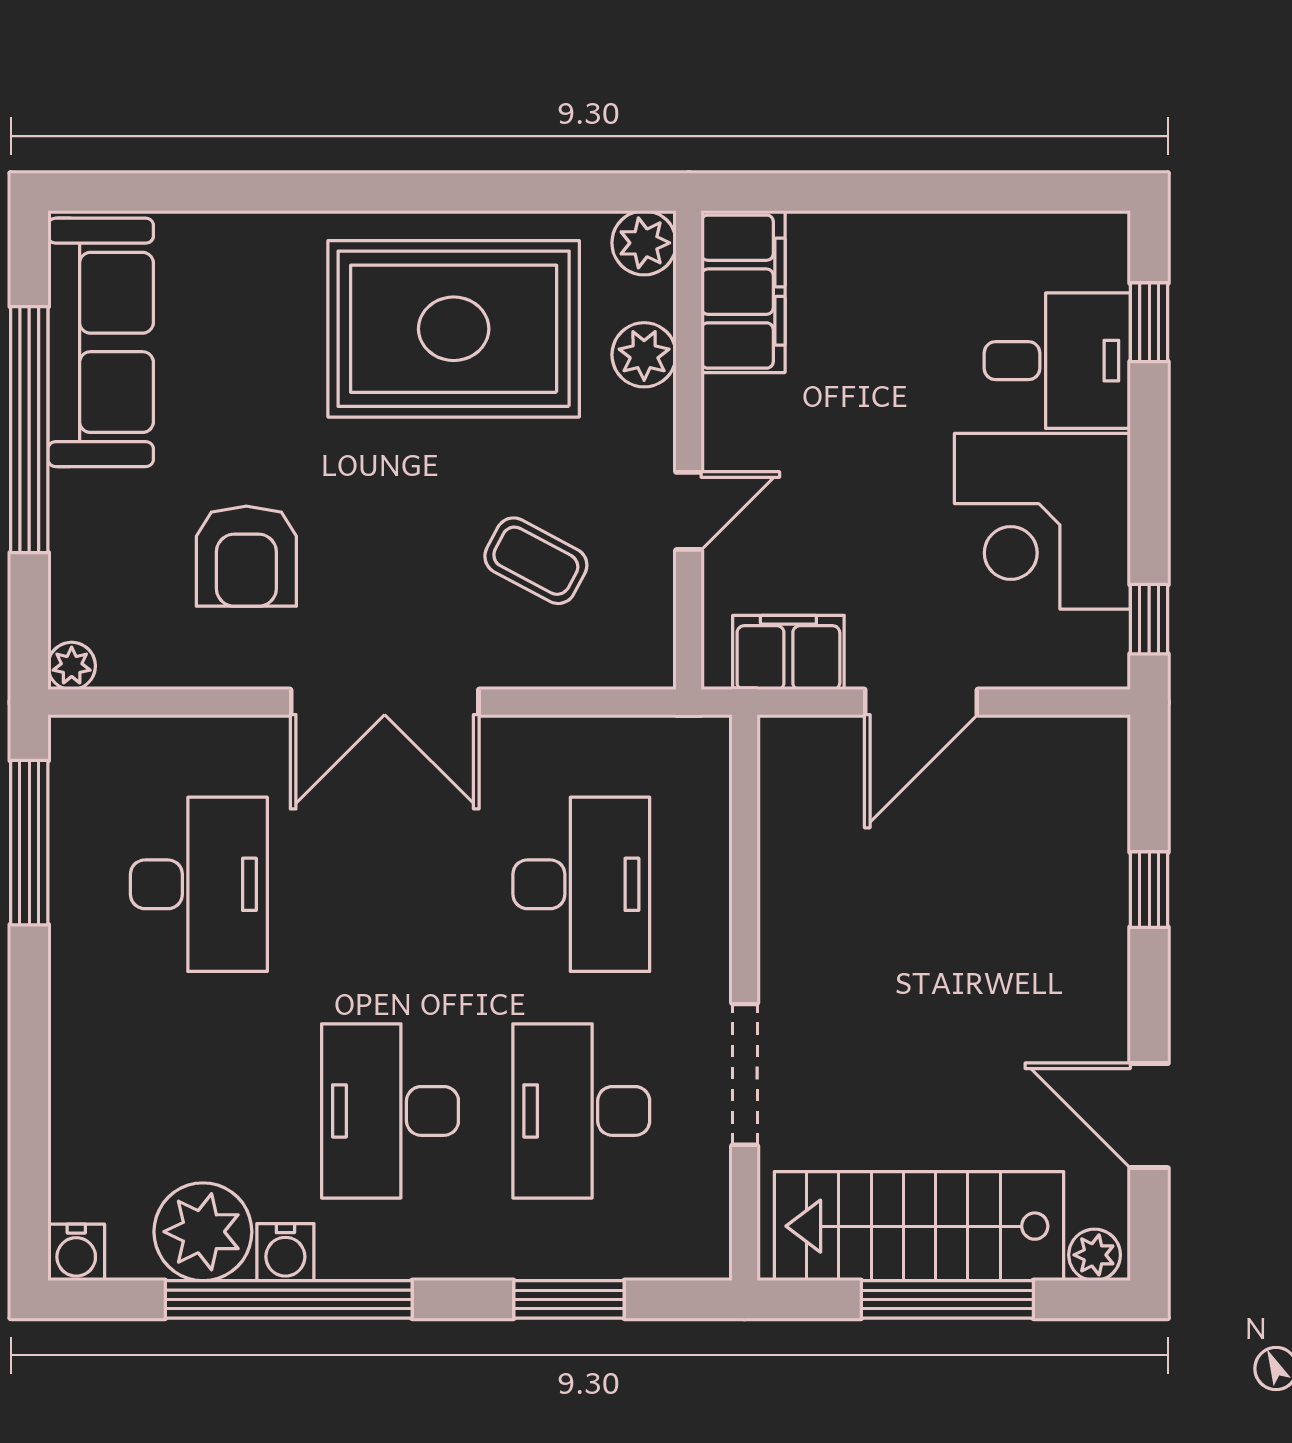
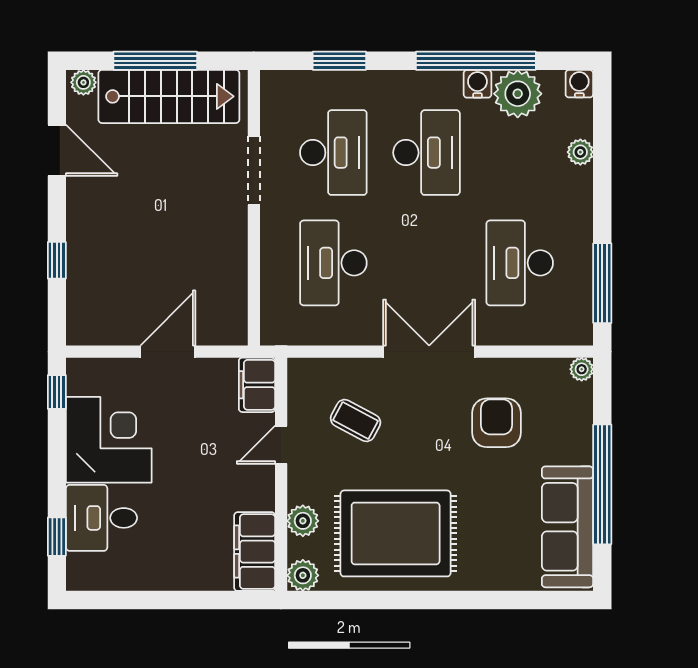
filing cabinet: (788, 653) -> (257, 385), moved, turned 90
plant: (74, 1112) -> (580, 152), added

